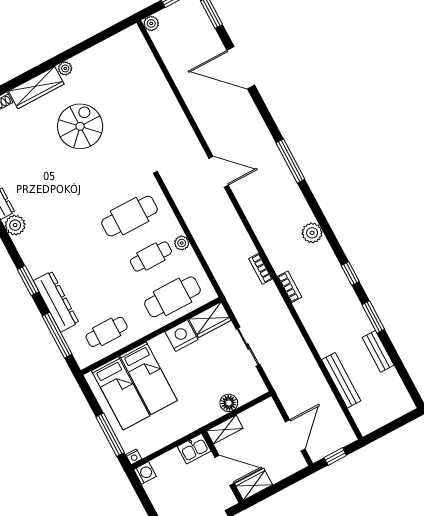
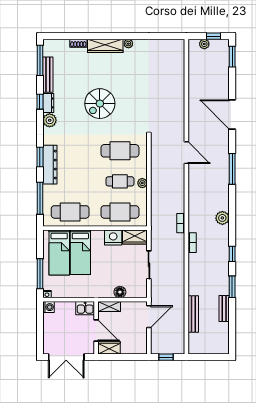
plant: (151, 23) -> (204, 44), moved
door: (241, 68) -> (232, 114), moved
spiral stairs: (80, 126) -> (100, 104), moved, turned 180
dresser: (56, 302) -> (50, 165), moved
cafe table: (107, 332) -> (70, 212), width x1.37, depth x1.35
door: (295, 435) -> (149, 317), moved

